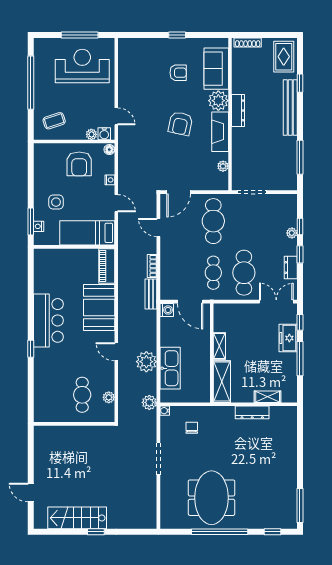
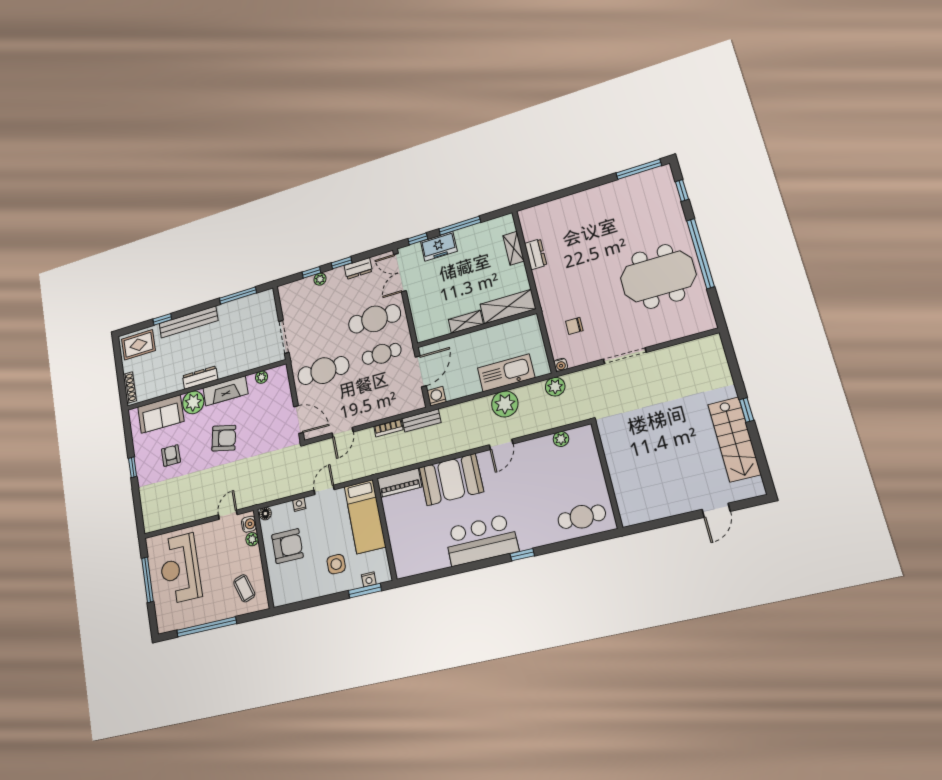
cafe table: (82, 395) -> (582, 517), moved
dresser: (252, 412) -> (536, 254), width x0.70

